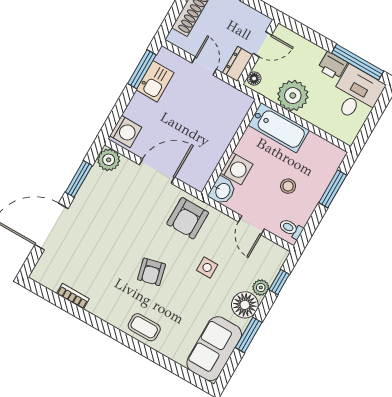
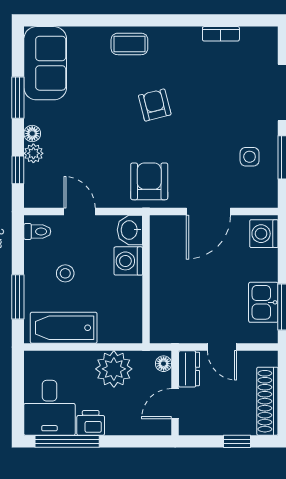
bathtub: (279, 128) -> (64, 328), moved
plant: (109, 160) -> (265, 195), removed
side table: (207, 267) -> (250, 157), moved
floor lamp: (245, 305) -> (32, 134), width x0.53, depth x0.53

